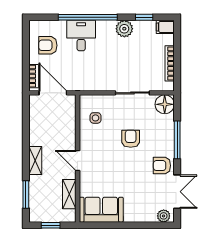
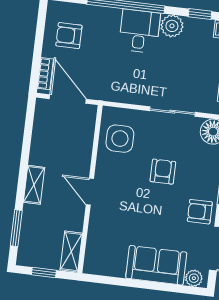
desk: (81, 36) -> (139, 31), moved
side table: (95, 118) -> (120, 139), width x1.87, depth x1.87
shelving: (69, 194) -> (71, 252), moved
sofa: (101, 210) -> (156, 265), moved

